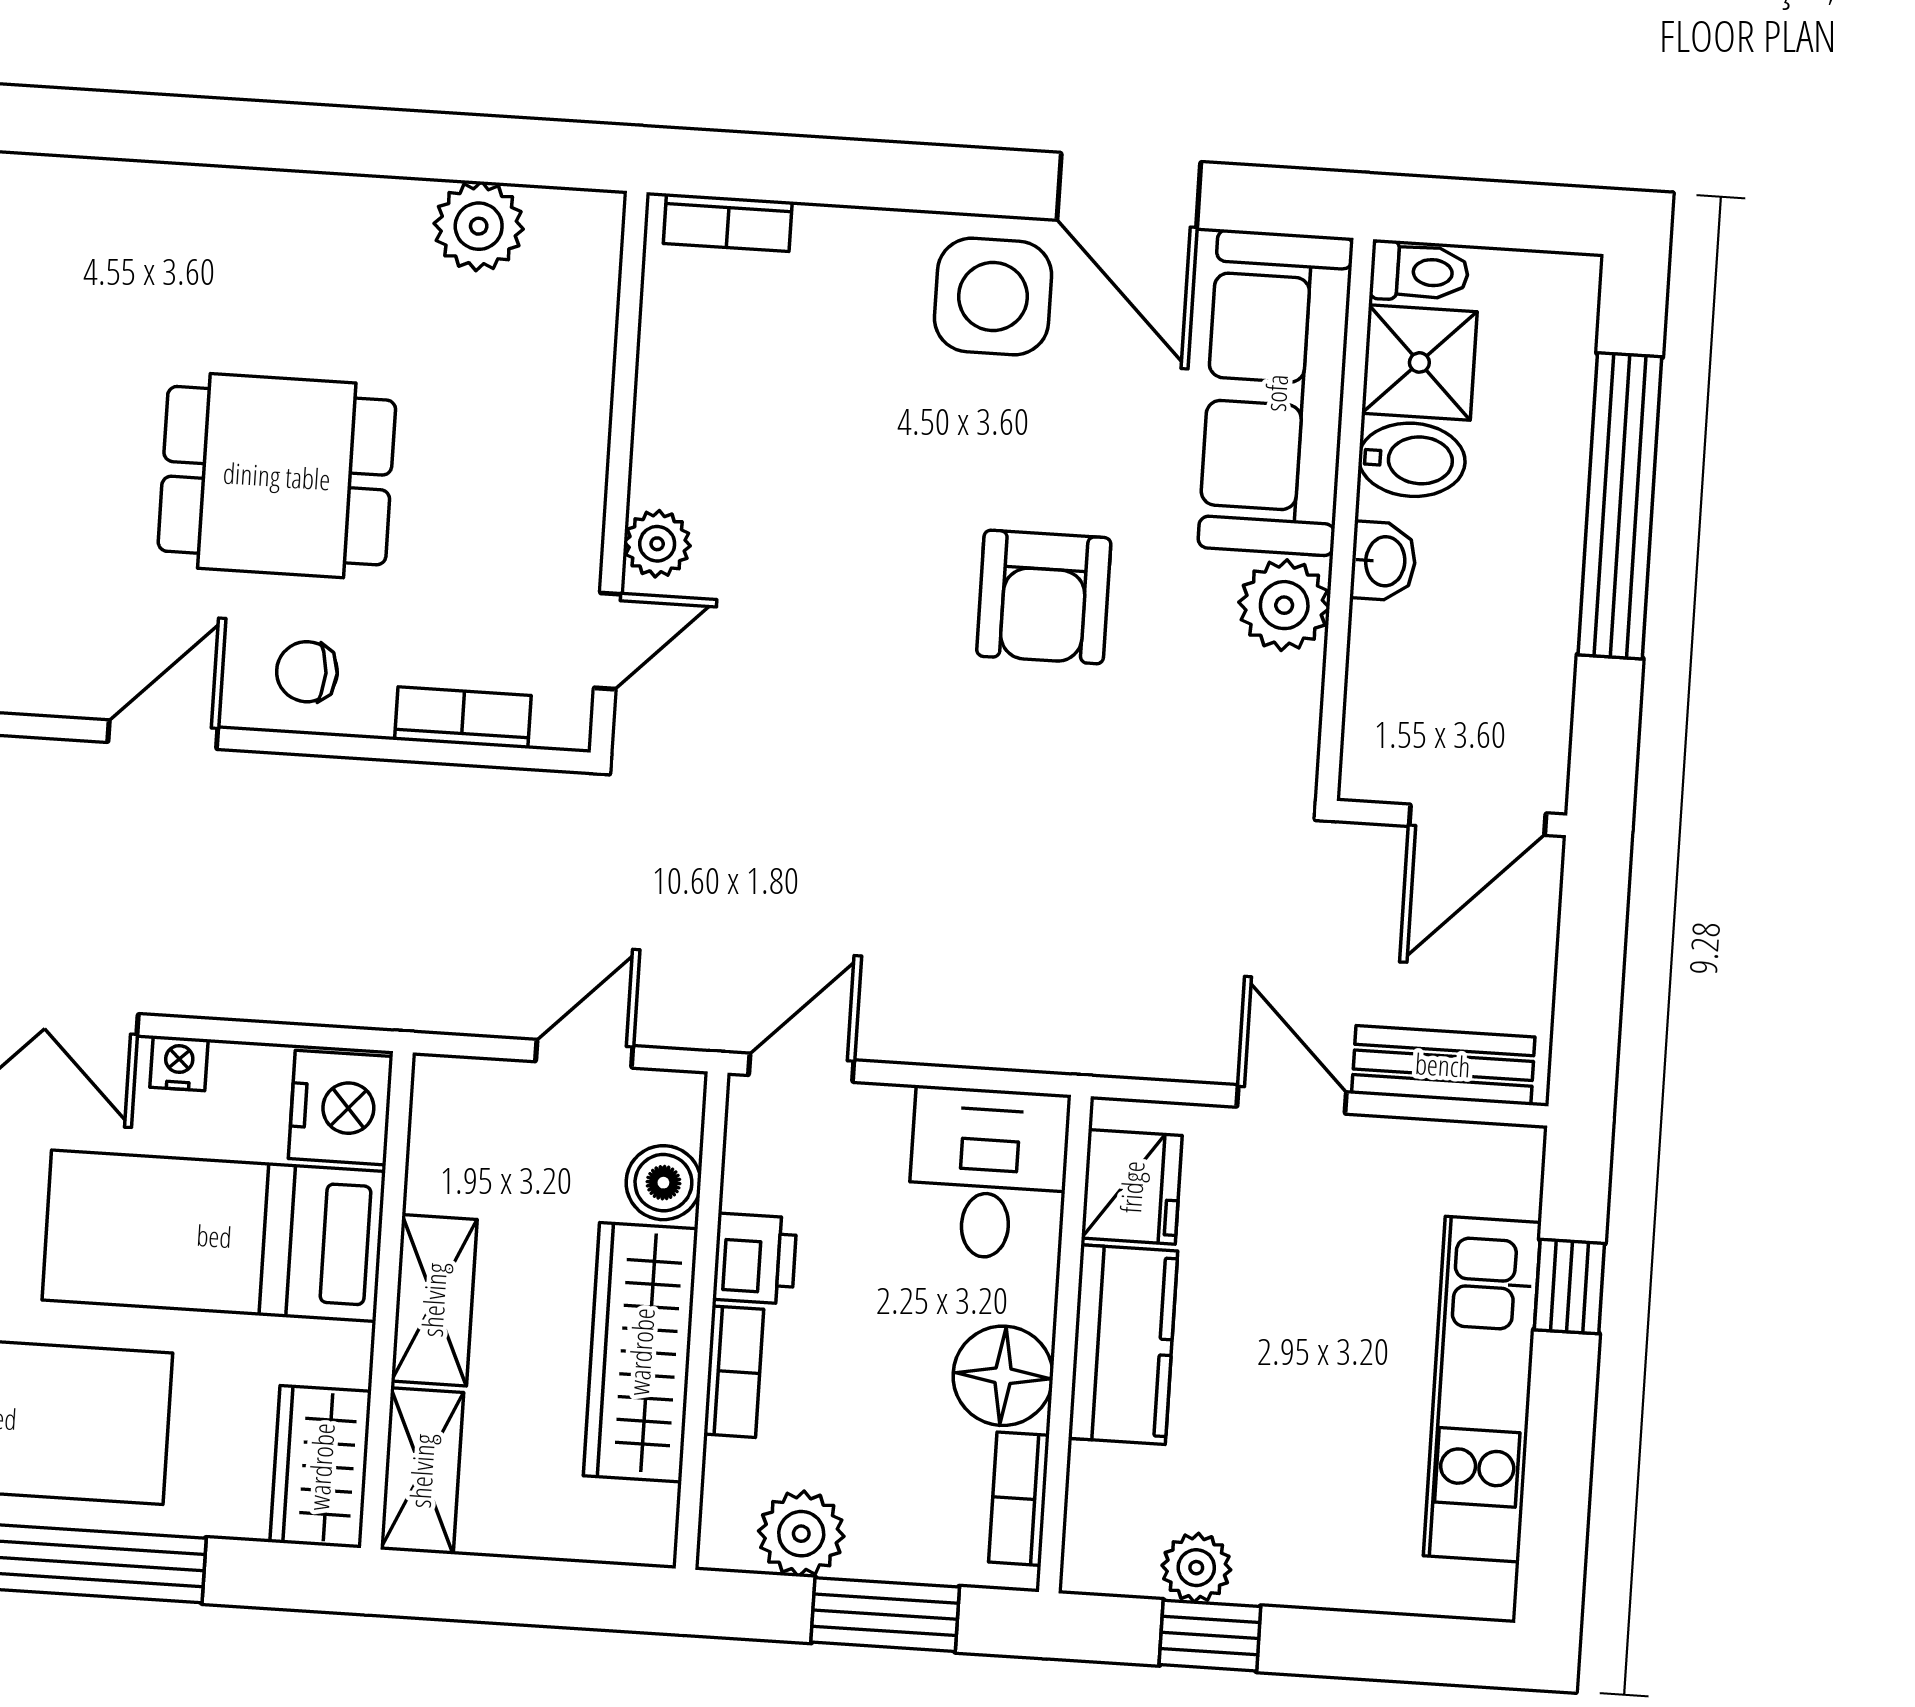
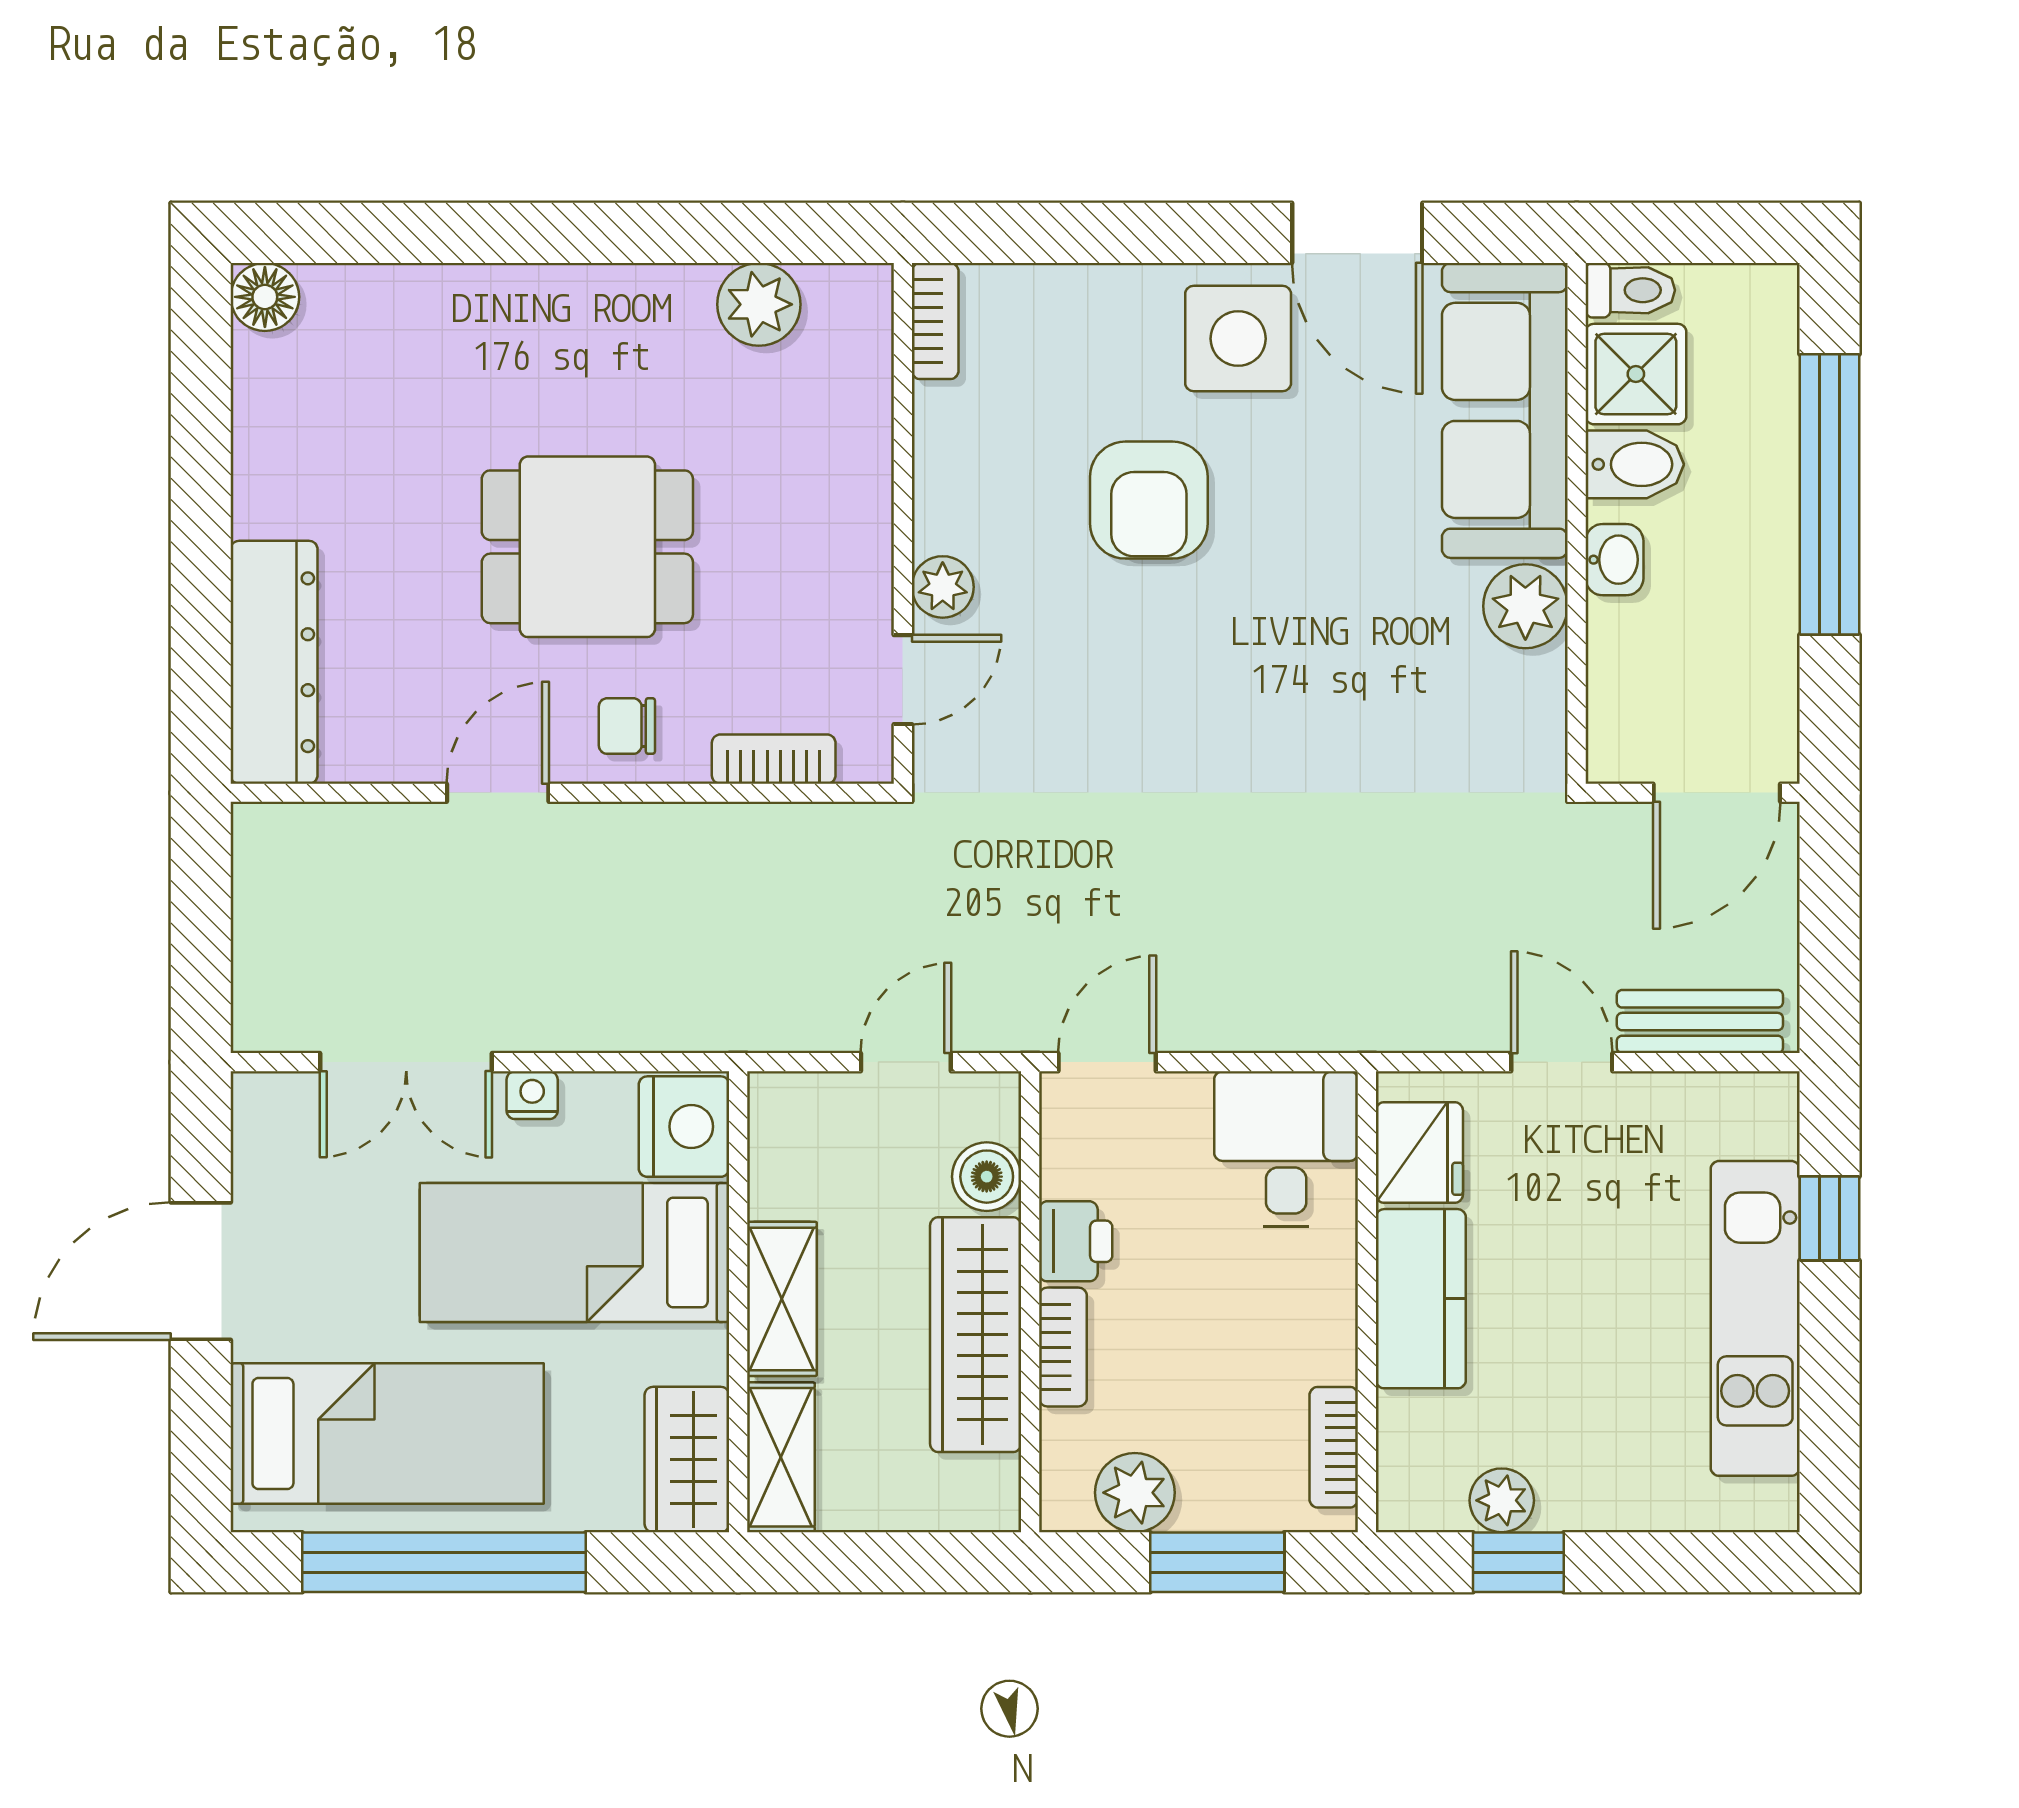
bookcase: (728, 223) -> (935, 321), moved, turned -90
armchair: (1044, 597) -> (1149, 500), moved
floor lamp: (1003, 1376) -> (1312, 1335), removed

